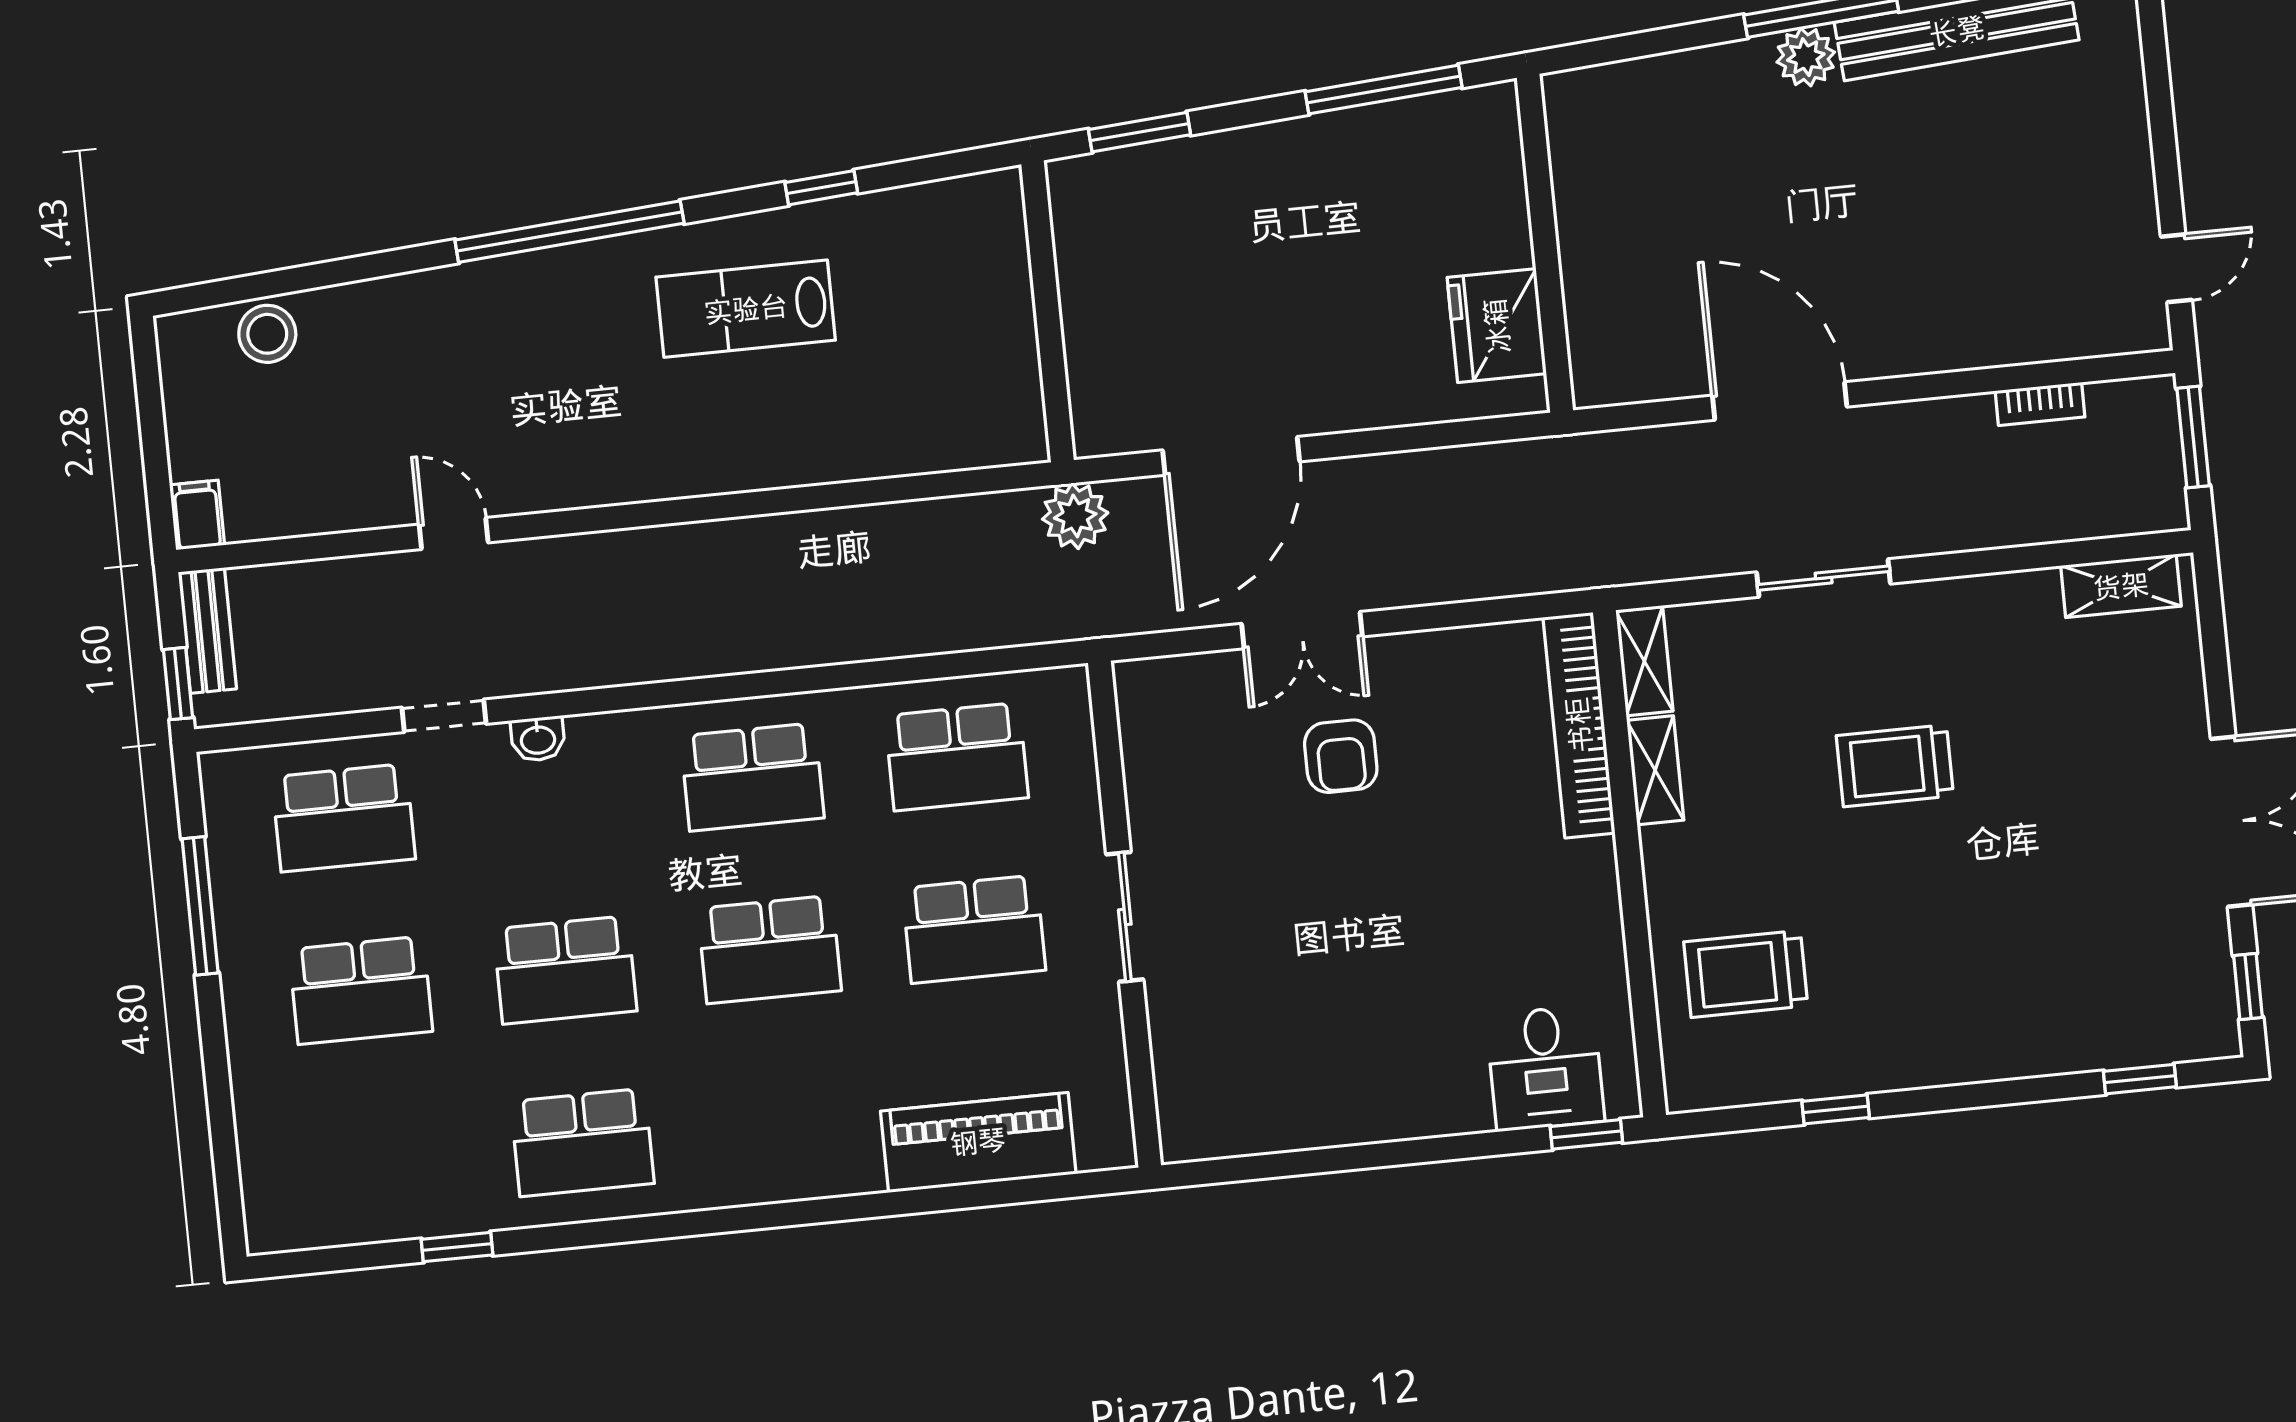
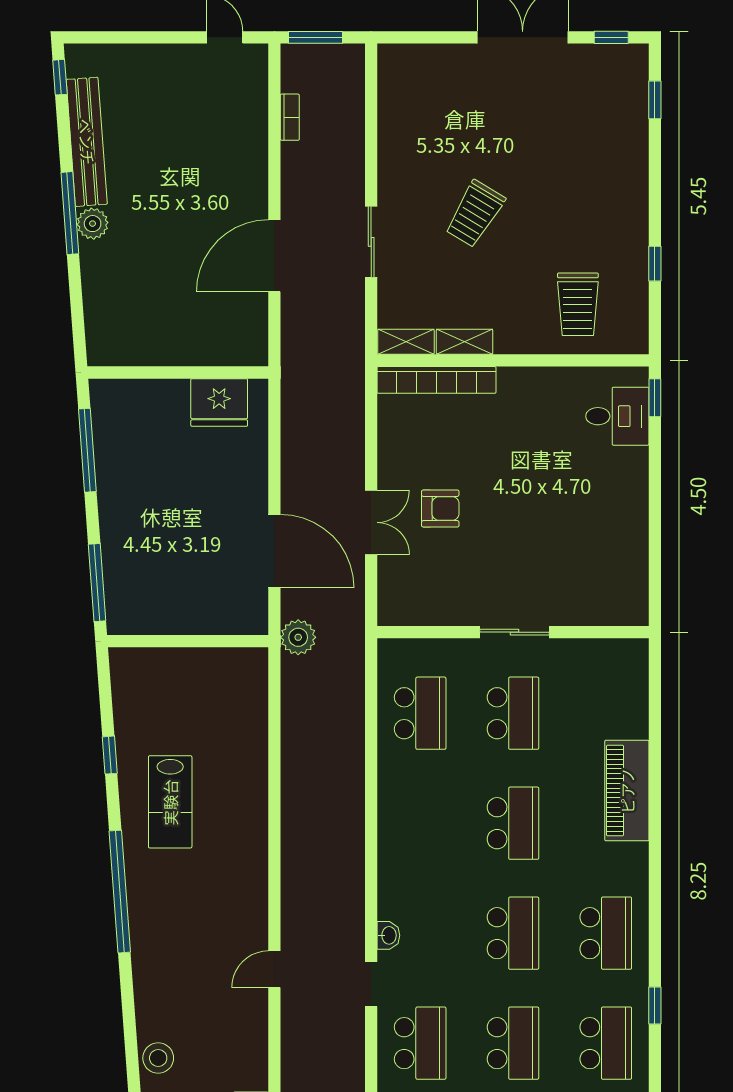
window: (1140, 132) -> (97, 583), width x1.44
shelving: (2121, 586) -> (391, 84), removed
trolley: (1895, 766) -> (475, 214), turned 31
school desk: (752, 777) -> (606, 1043), moved
piano: (978, 1142) -> (627, 790), moved

